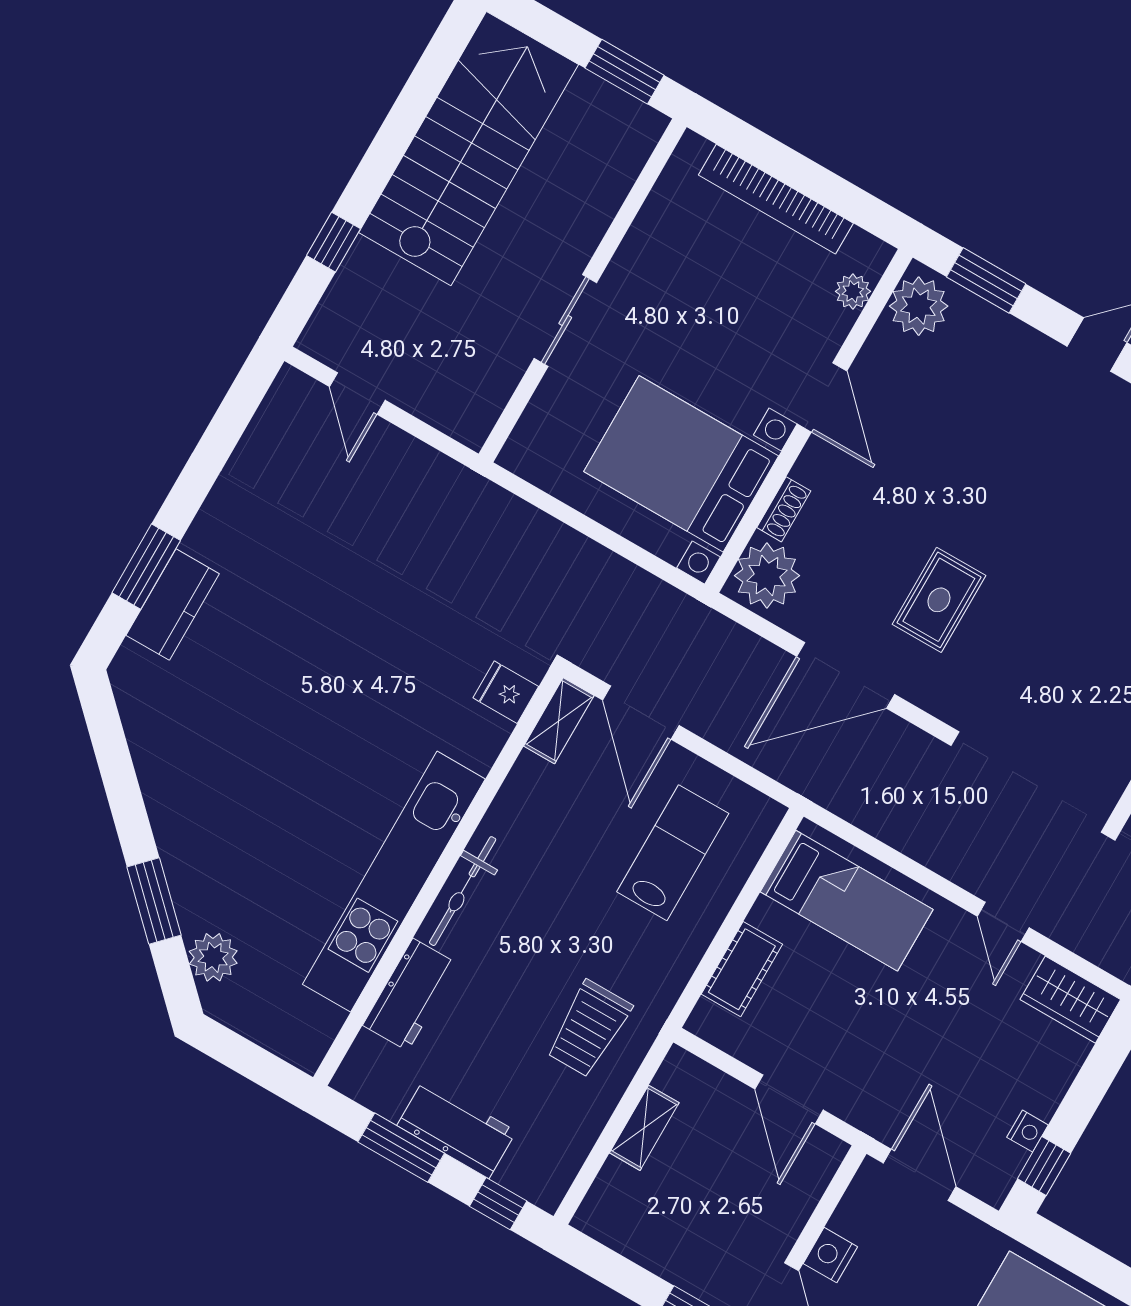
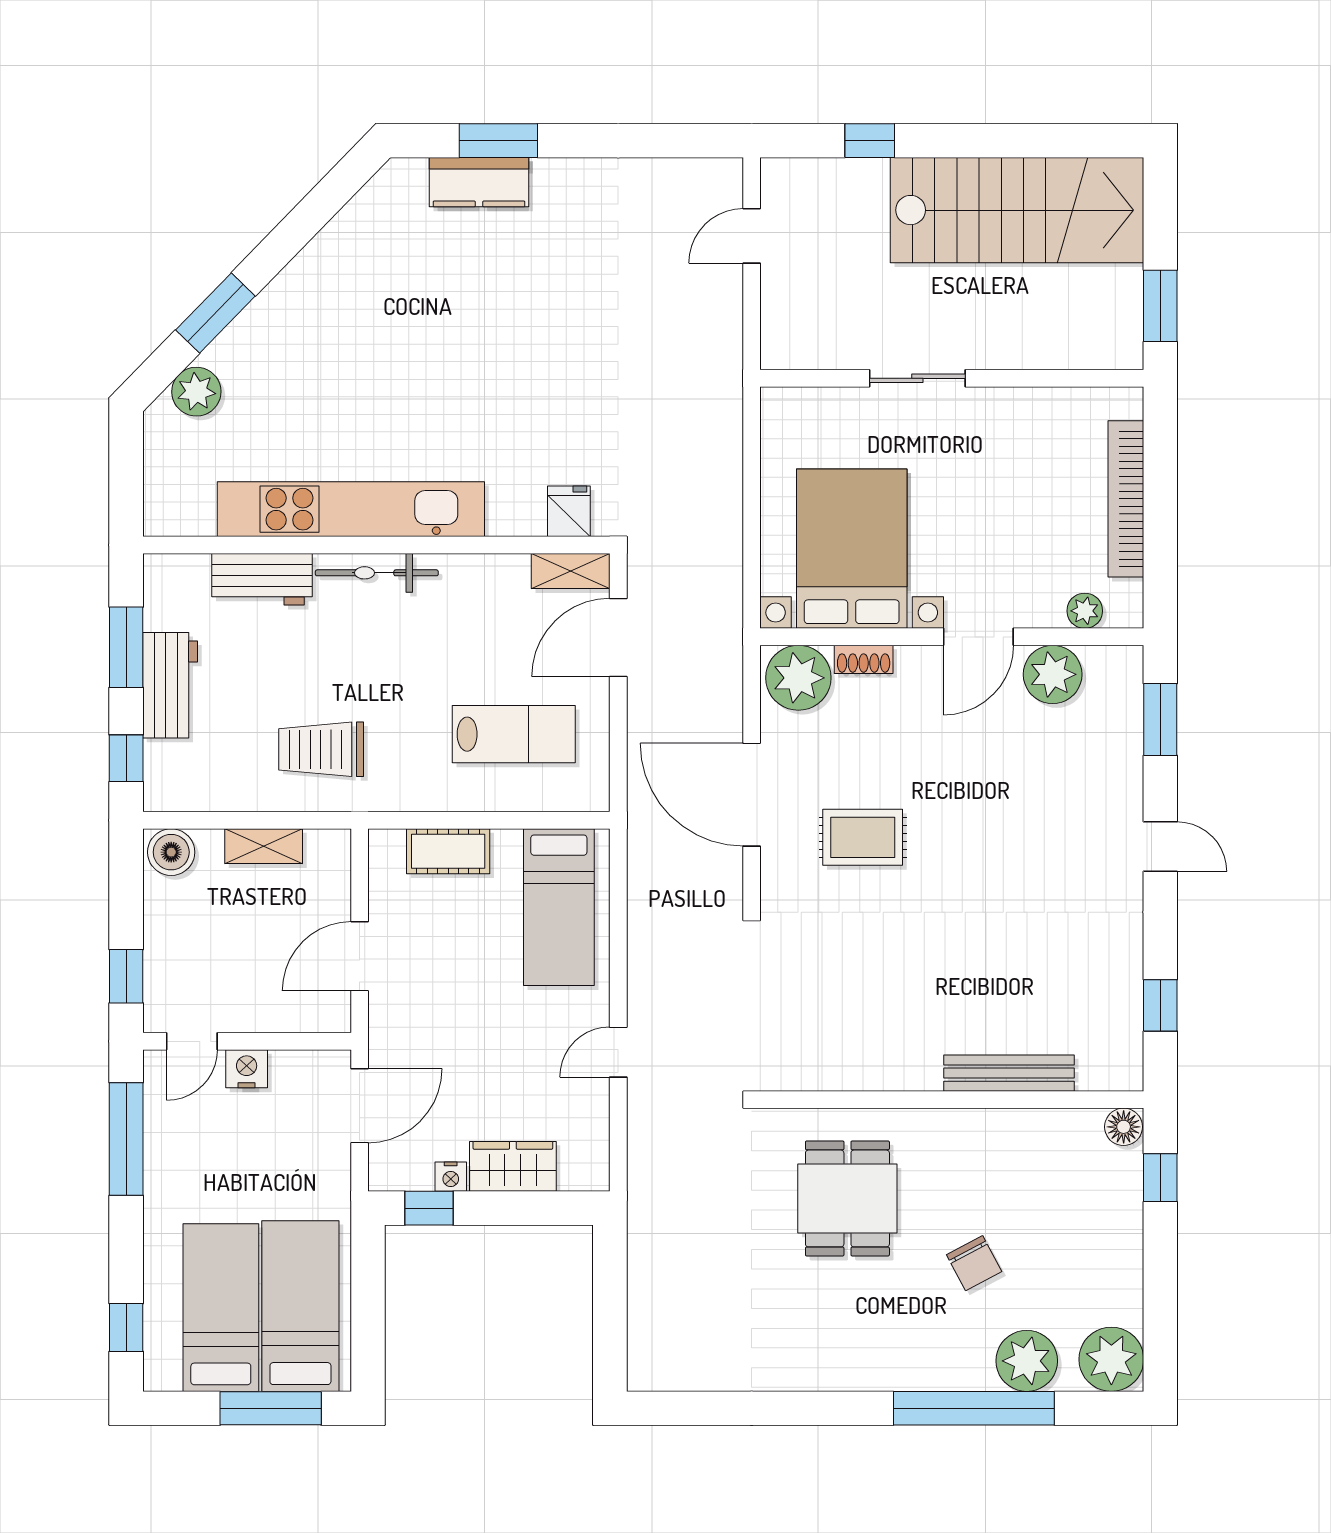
plant: (919, 306) -> (1053, 674), moved
wardrobe: (1070, 1000) -> (513, 1166), moved, turned 90
boiler: (603, 1212) -> (171, 852), added

